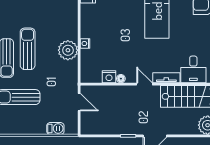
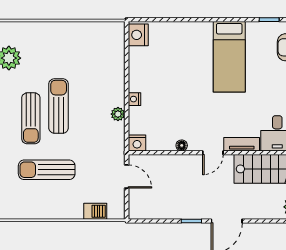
plant: (68, 50) -> (118, 114), width x0.53, depth x0.53
nightstand: (109, 77) -> (137, 143), moved
door: (144, 84) -> (213, 153), swing flipped

